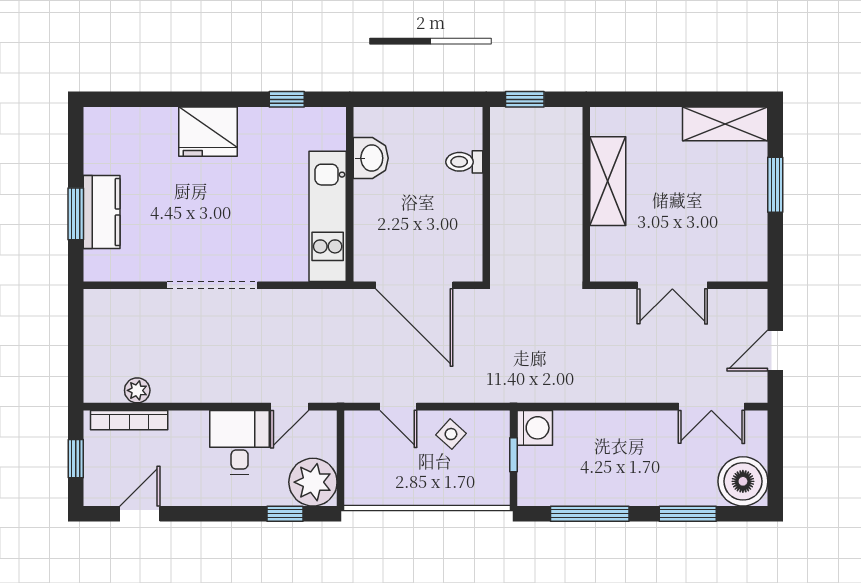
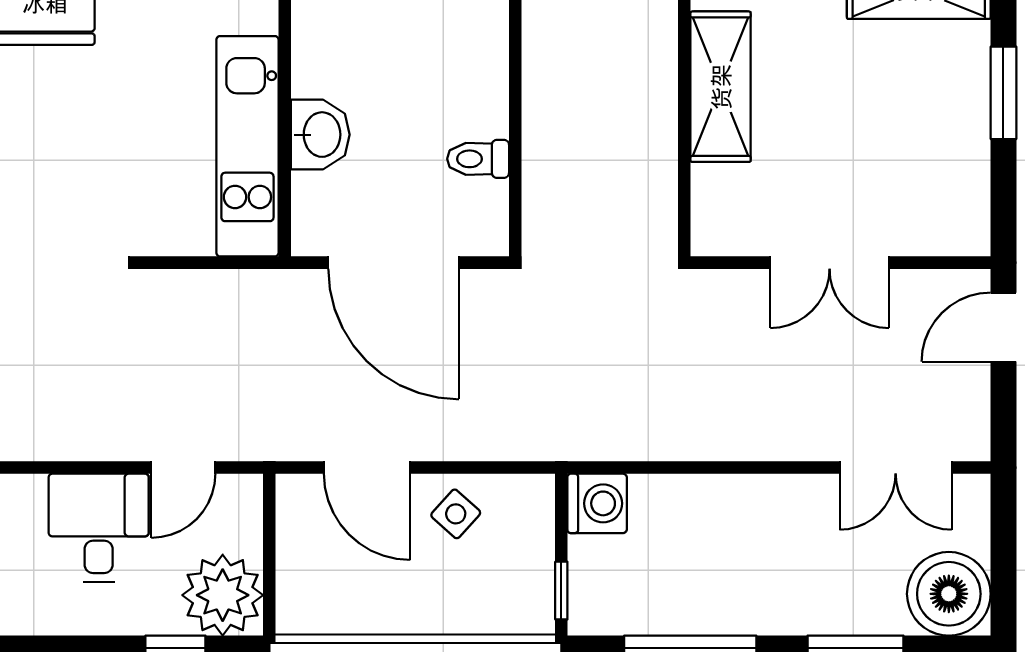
washbasin: (371, 158) -> (320, 135), moved
toilet: (464, 162) -> (478, 159), moved
door: (775, 351) -> (1003, 327), moved
door: (398, 407) -> (367, 468), width x1.37
window: (513, 455) -> (561, 591), moved

